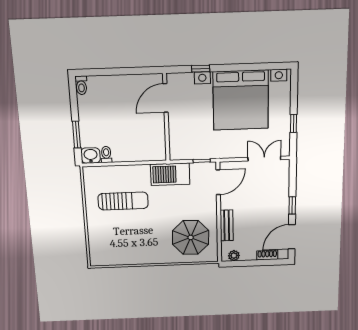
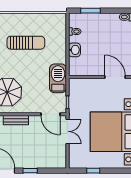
washbasin: (91, 156) -> (74, 50), moved
double door: (264, 159) -> (67, 131), moved
sun lounger: (123, 201) -> (26, 43), moved, turned -90

